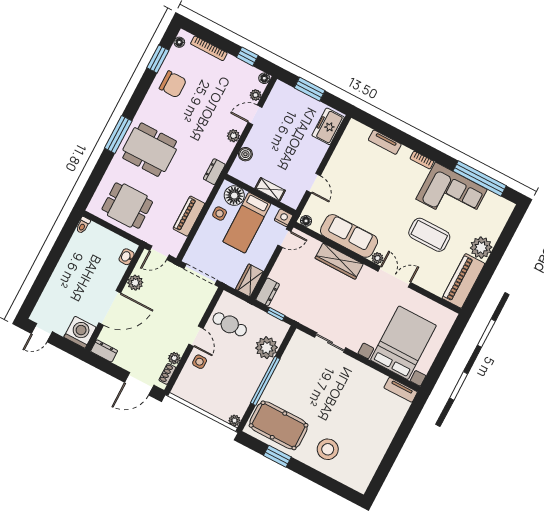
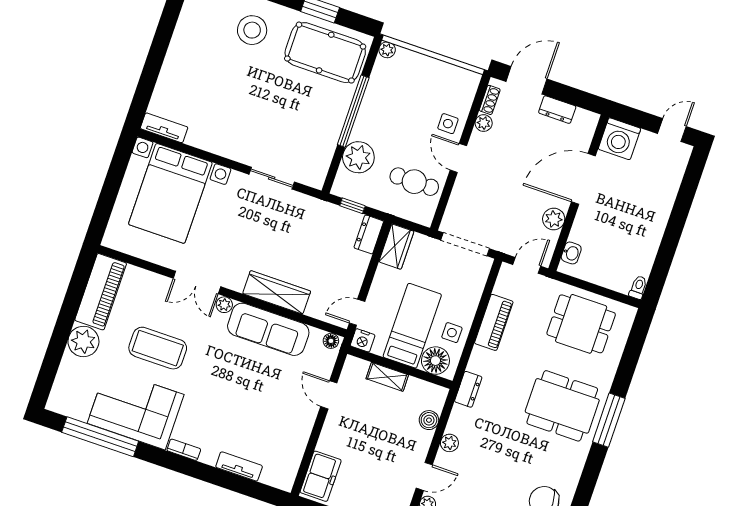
dresser: (104, 351) -> (557, 110), moved

